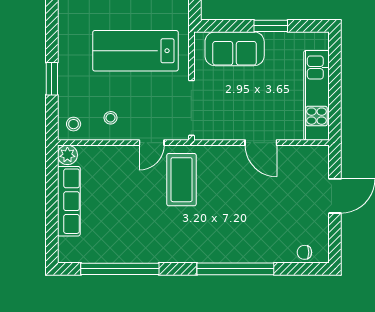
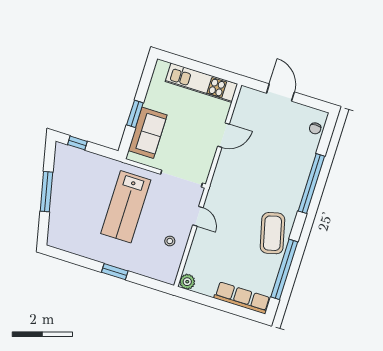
window: (271, 26) -> (135, 114), moved
window: (52, 79) -> (115, 272), moved
stool: (74, 124) -> (166, 270), removed
coffee table: (182, 180) -> (272, 233), moved, turned 76
row of seats: (69, 201) -> (242, 298), moved

